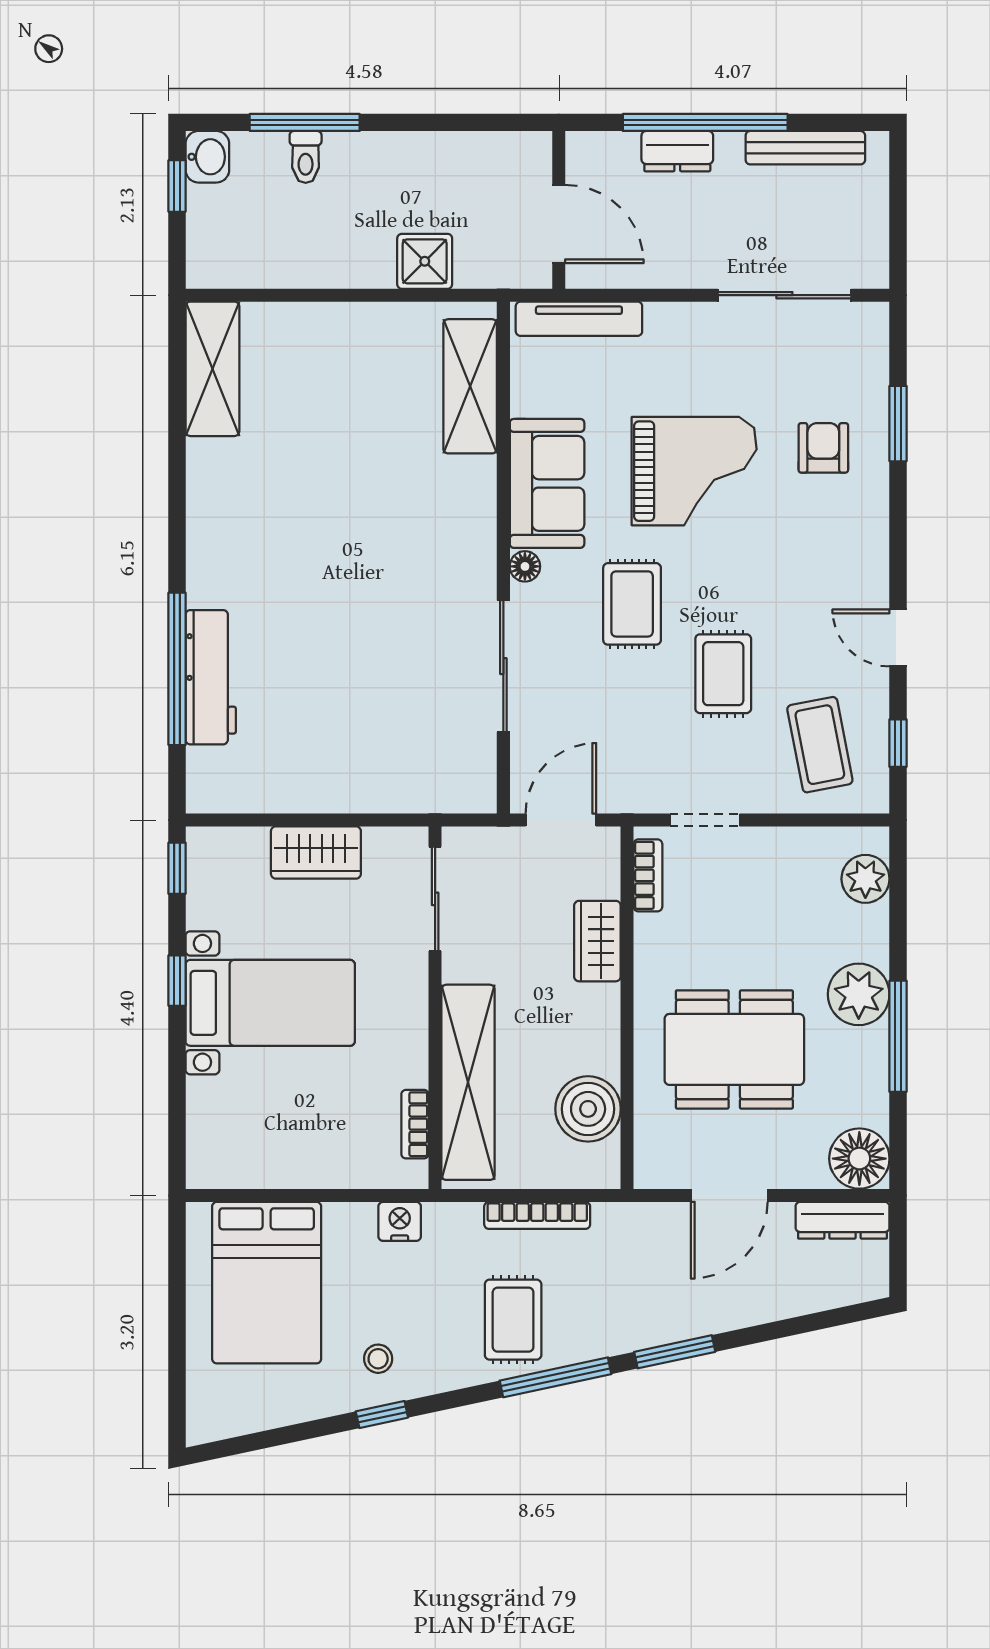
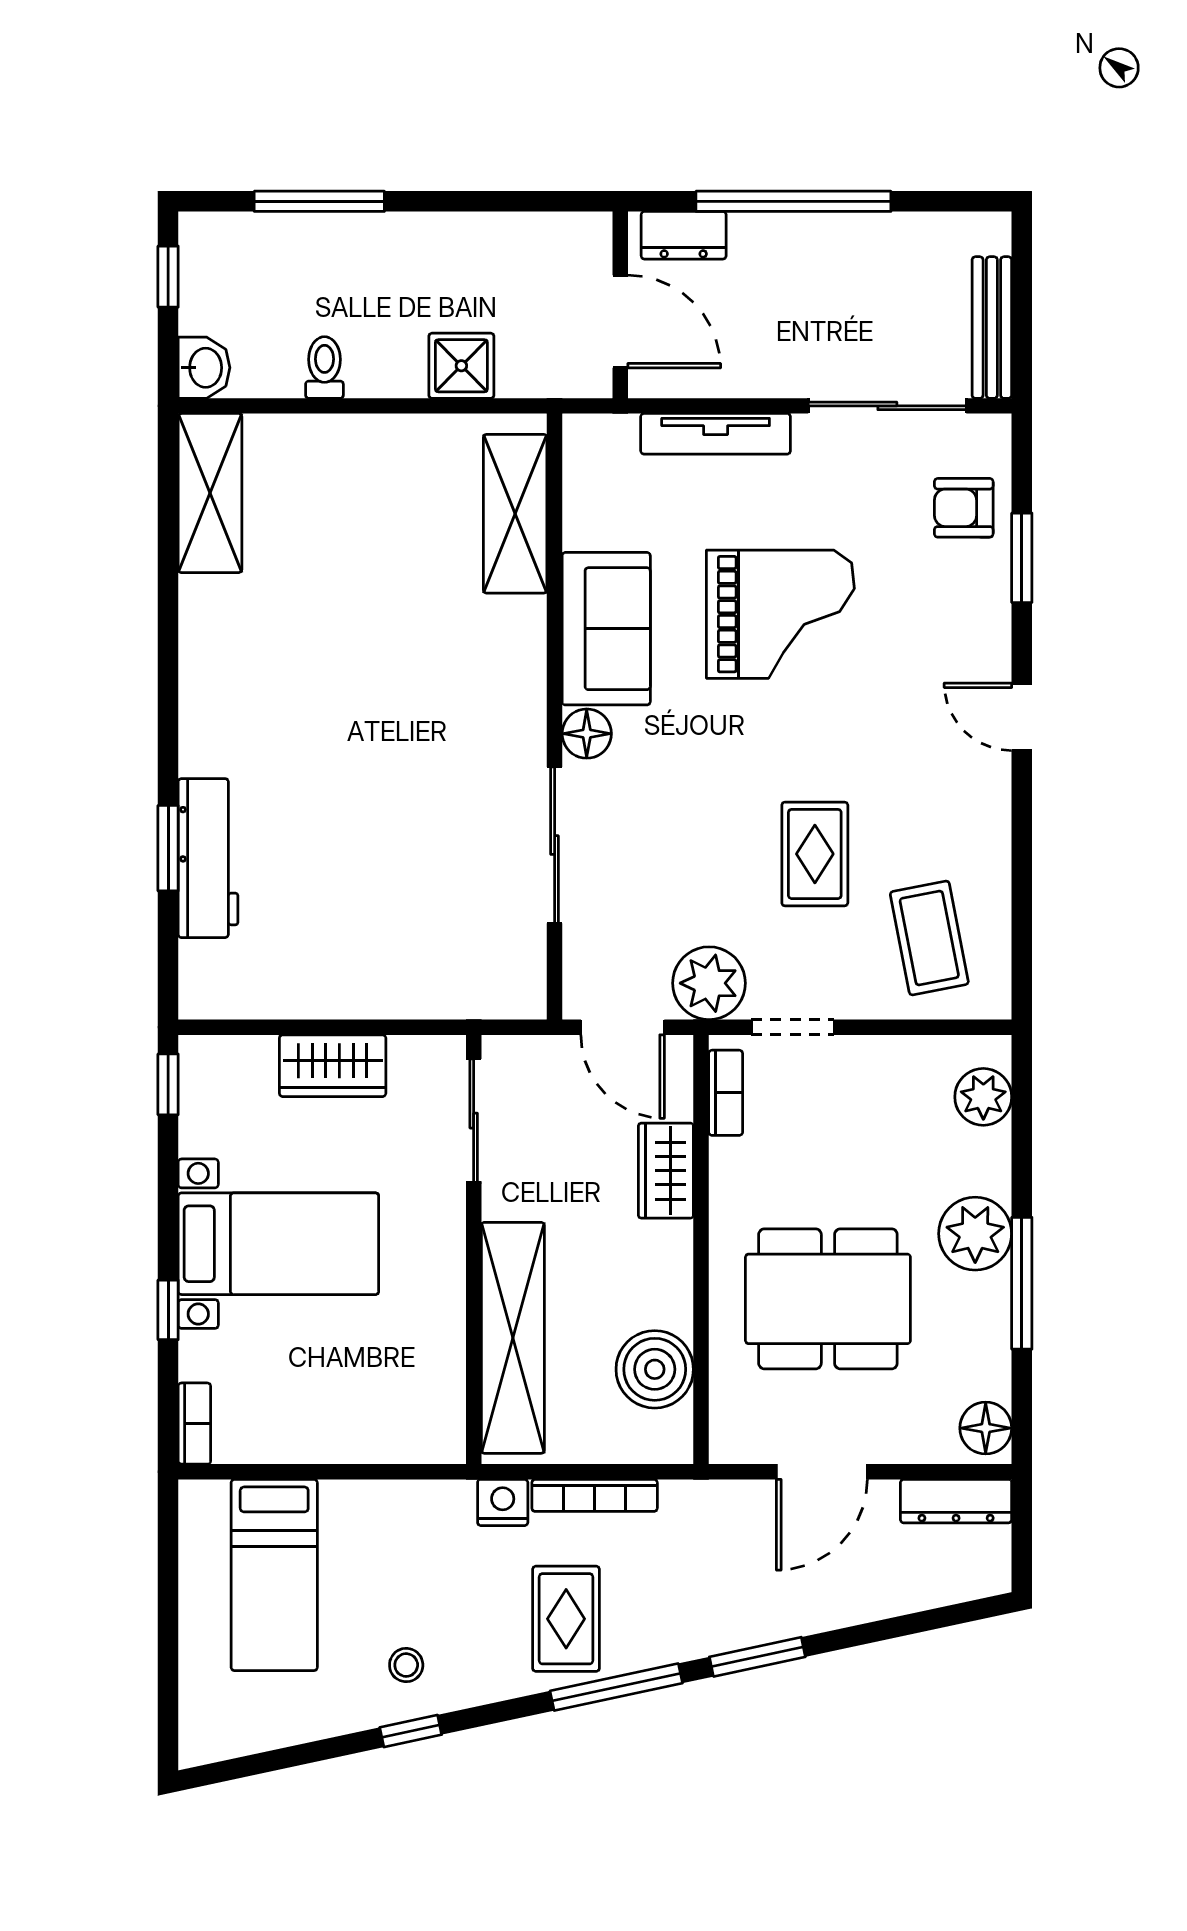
bench: (805, 148) -> (992, 328), moved, turned 90
dresser: (677, 151) -> (684, 235), moved
washbasin: (207, 157) -> (204, 368), moved
toilet: (306, 157) -> (324, 368), moved, turned 180
tv unit: (579, 319) -> (716, 434), moved
armchair: (823, 448) -> (964, 508), moved, turned -90
floor lamp: (525, 566) -> (587, 734), width x1.37, depth x1.37
rug: (632, 604) -> (707, 771), removed
door: (898, 638) -> (1022, 717), moved
window: (177, 669) -> (168, 848), width x0.47
window: (898, 743) -> (1022, 936), removed
plant: (634, 783) -> (709, 983), added
door: (561, 820) -> (623, 1027), swing flipped
window: (177, 981) -> (168, 1310), moved
bookcase: (415, 1124) -> (194, 1424), moved, turned 180
floor lamp: (859, 1159) -> (986, 1428), width x0.73, depth x0.73
nightstand: (400, 1221) -> (503, 1502), moved
bed: (267, 1283) -> (274, 1575), width x0.67

